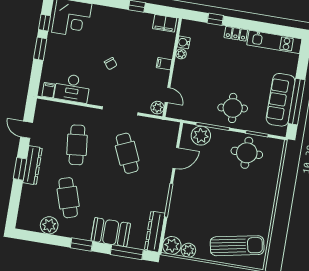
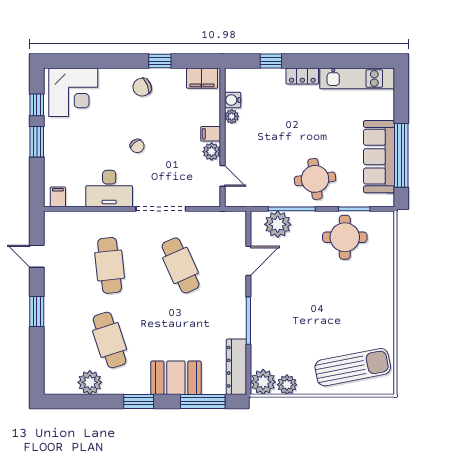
chair: (121, 23) -> (142, 87), added
desk: (72, 88) -> (109, 189), moved
plant: (157, 108) -> (212, 152), moved
dresser: (33, 165) -> (53, 304), removed

